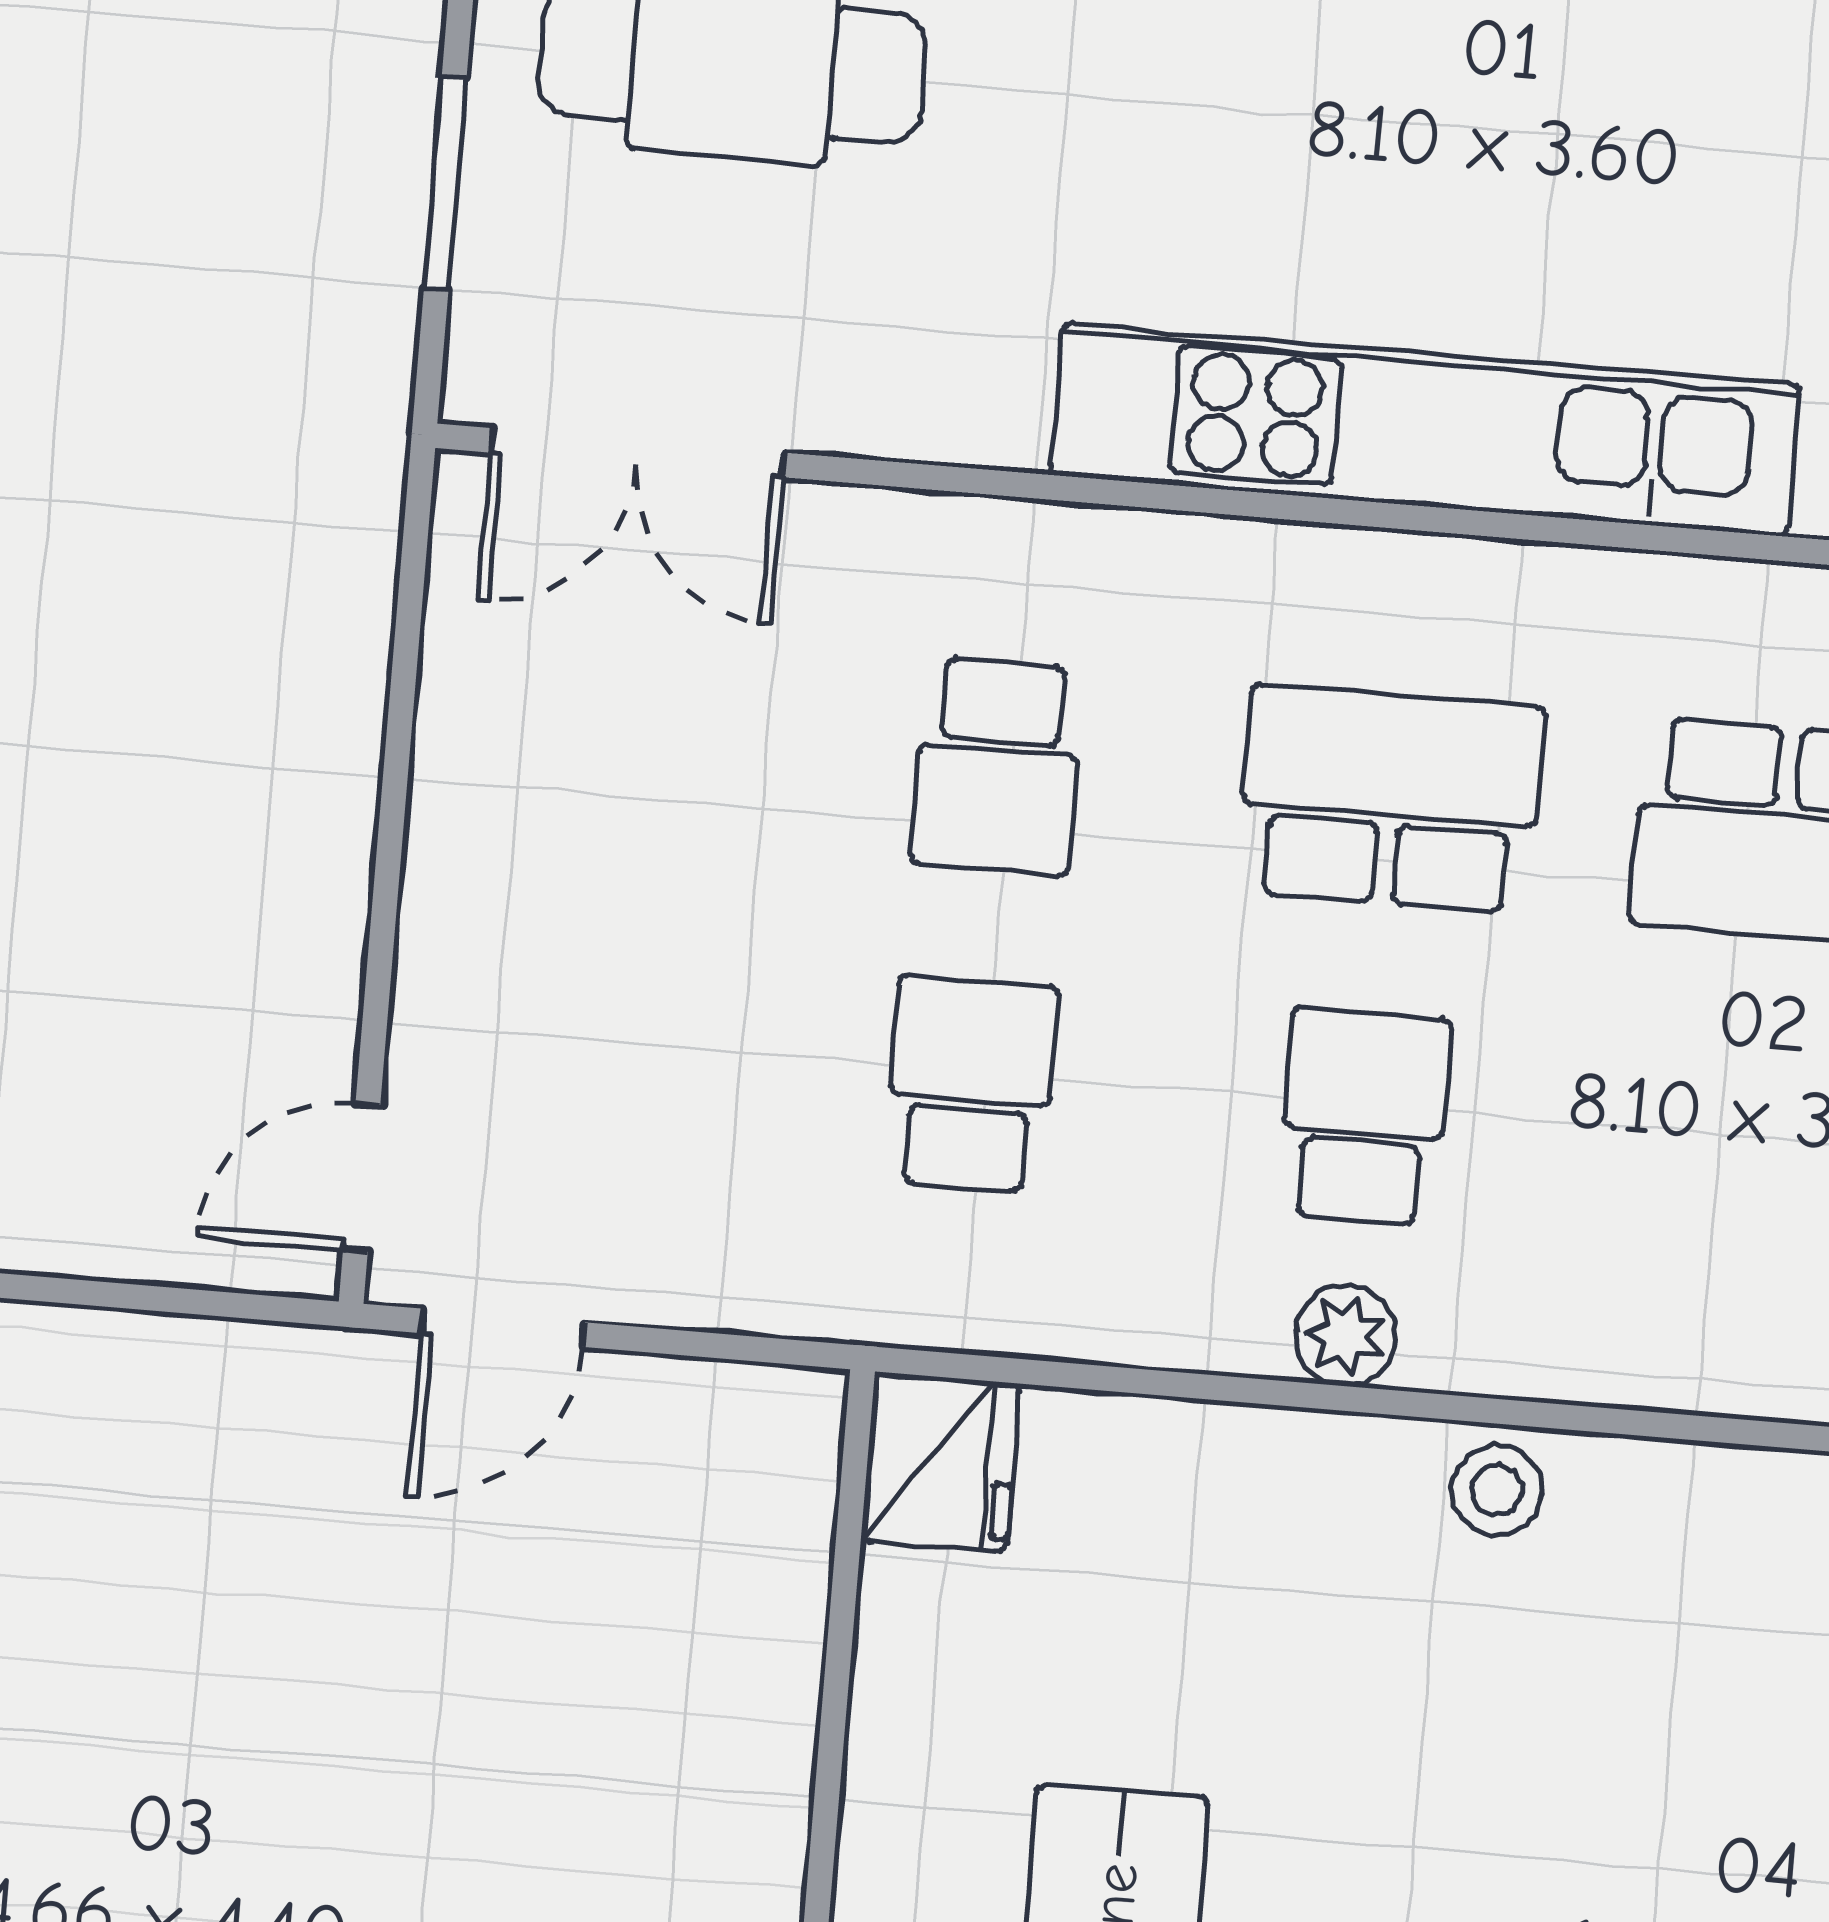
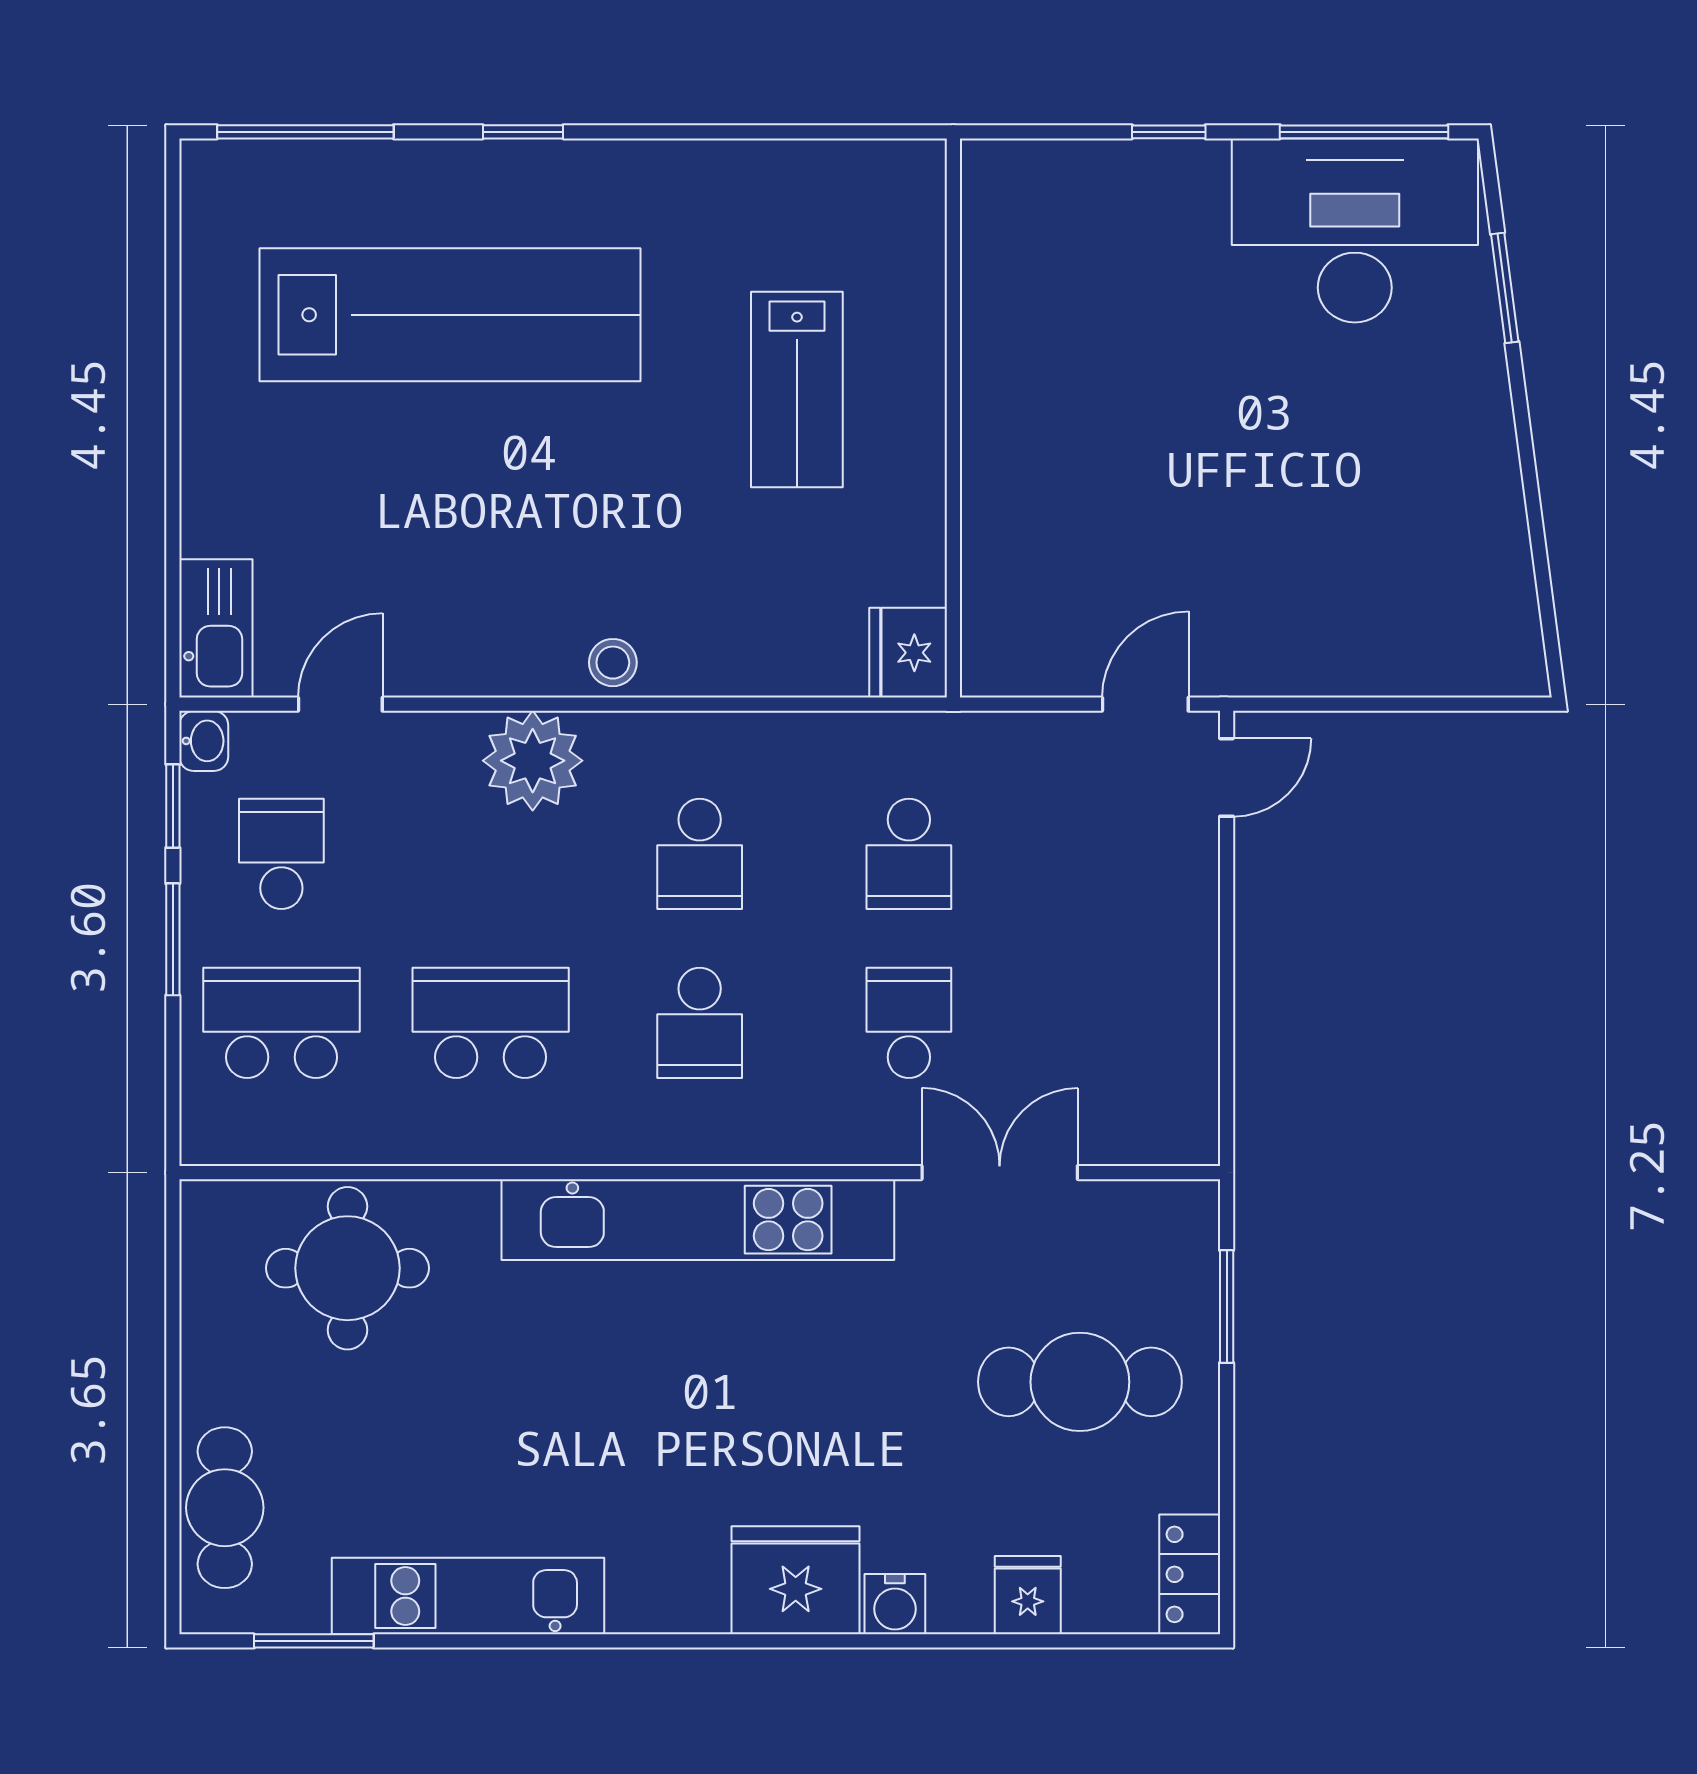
double door: (637, 453) -> (1000, 1173), moved
school desk: (1391, 799) -> (700, 1023), width x0.54
plant: (1345, 1336) -> (533, 761), moved, width x1.88, depth x1.88

